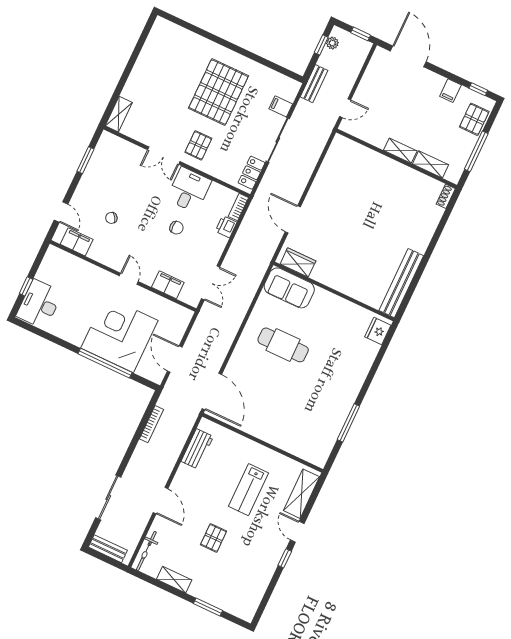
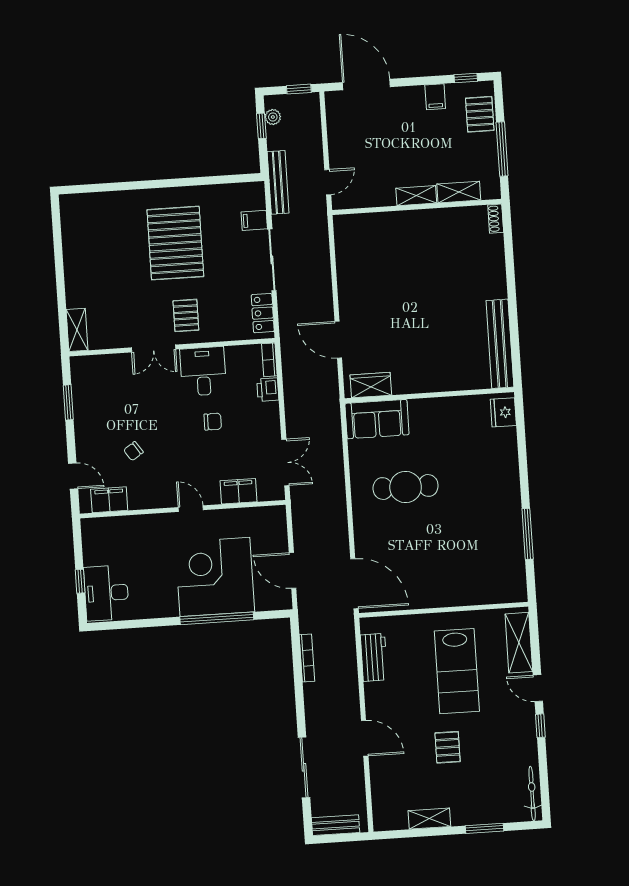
bench: (314, 84) -> (278, 182), width x1.36
lab bench: (248, 490) -> (457, 671), width x1.36, depth x1.39
bicycle: (146, 551) -> (532, 794), moved, turned 180

